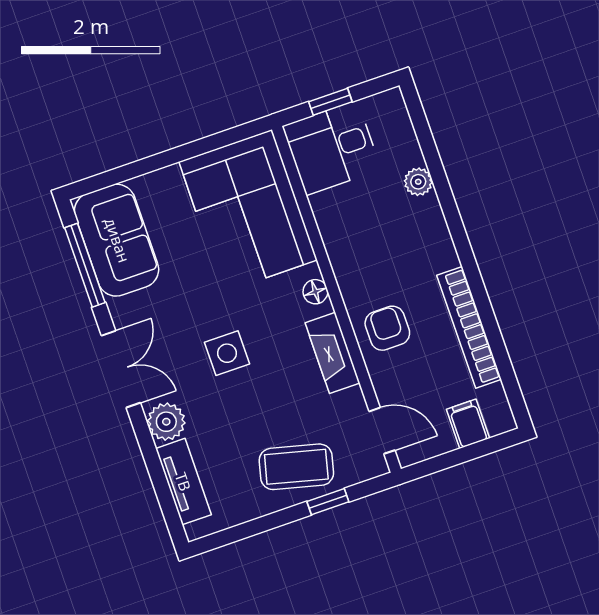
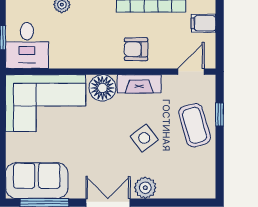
floor lamp: (315, 292) -> (102, 88), width x1.89, depth x1.89
side table: (227, 353) -> (144, 138), moved, turned -37
coffee table: (296, 467) -> (195, 125), turned -30
tv unit: (183, 482) -> (181, 190), removed

